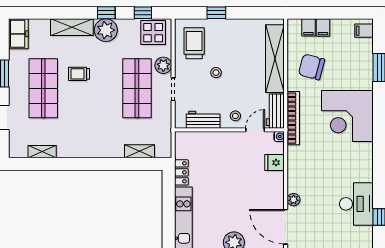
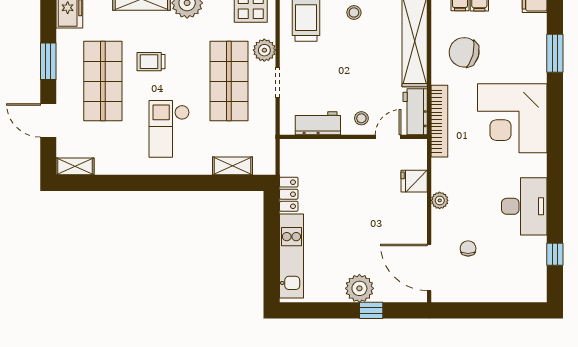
stool: (216, 73) -> (354, 12), moved
checkout: (93, 124) -> (169, 129), added
water cooler: (279, 136) -> (420, 146), removed
shelving: (42, 152) -> (75, 166), moved
plant: (294, 200) -> (440, 200), moved
desk: (356, 204) -> (524, 206), moved
chair: (315, 213) -> (468, 248), added

